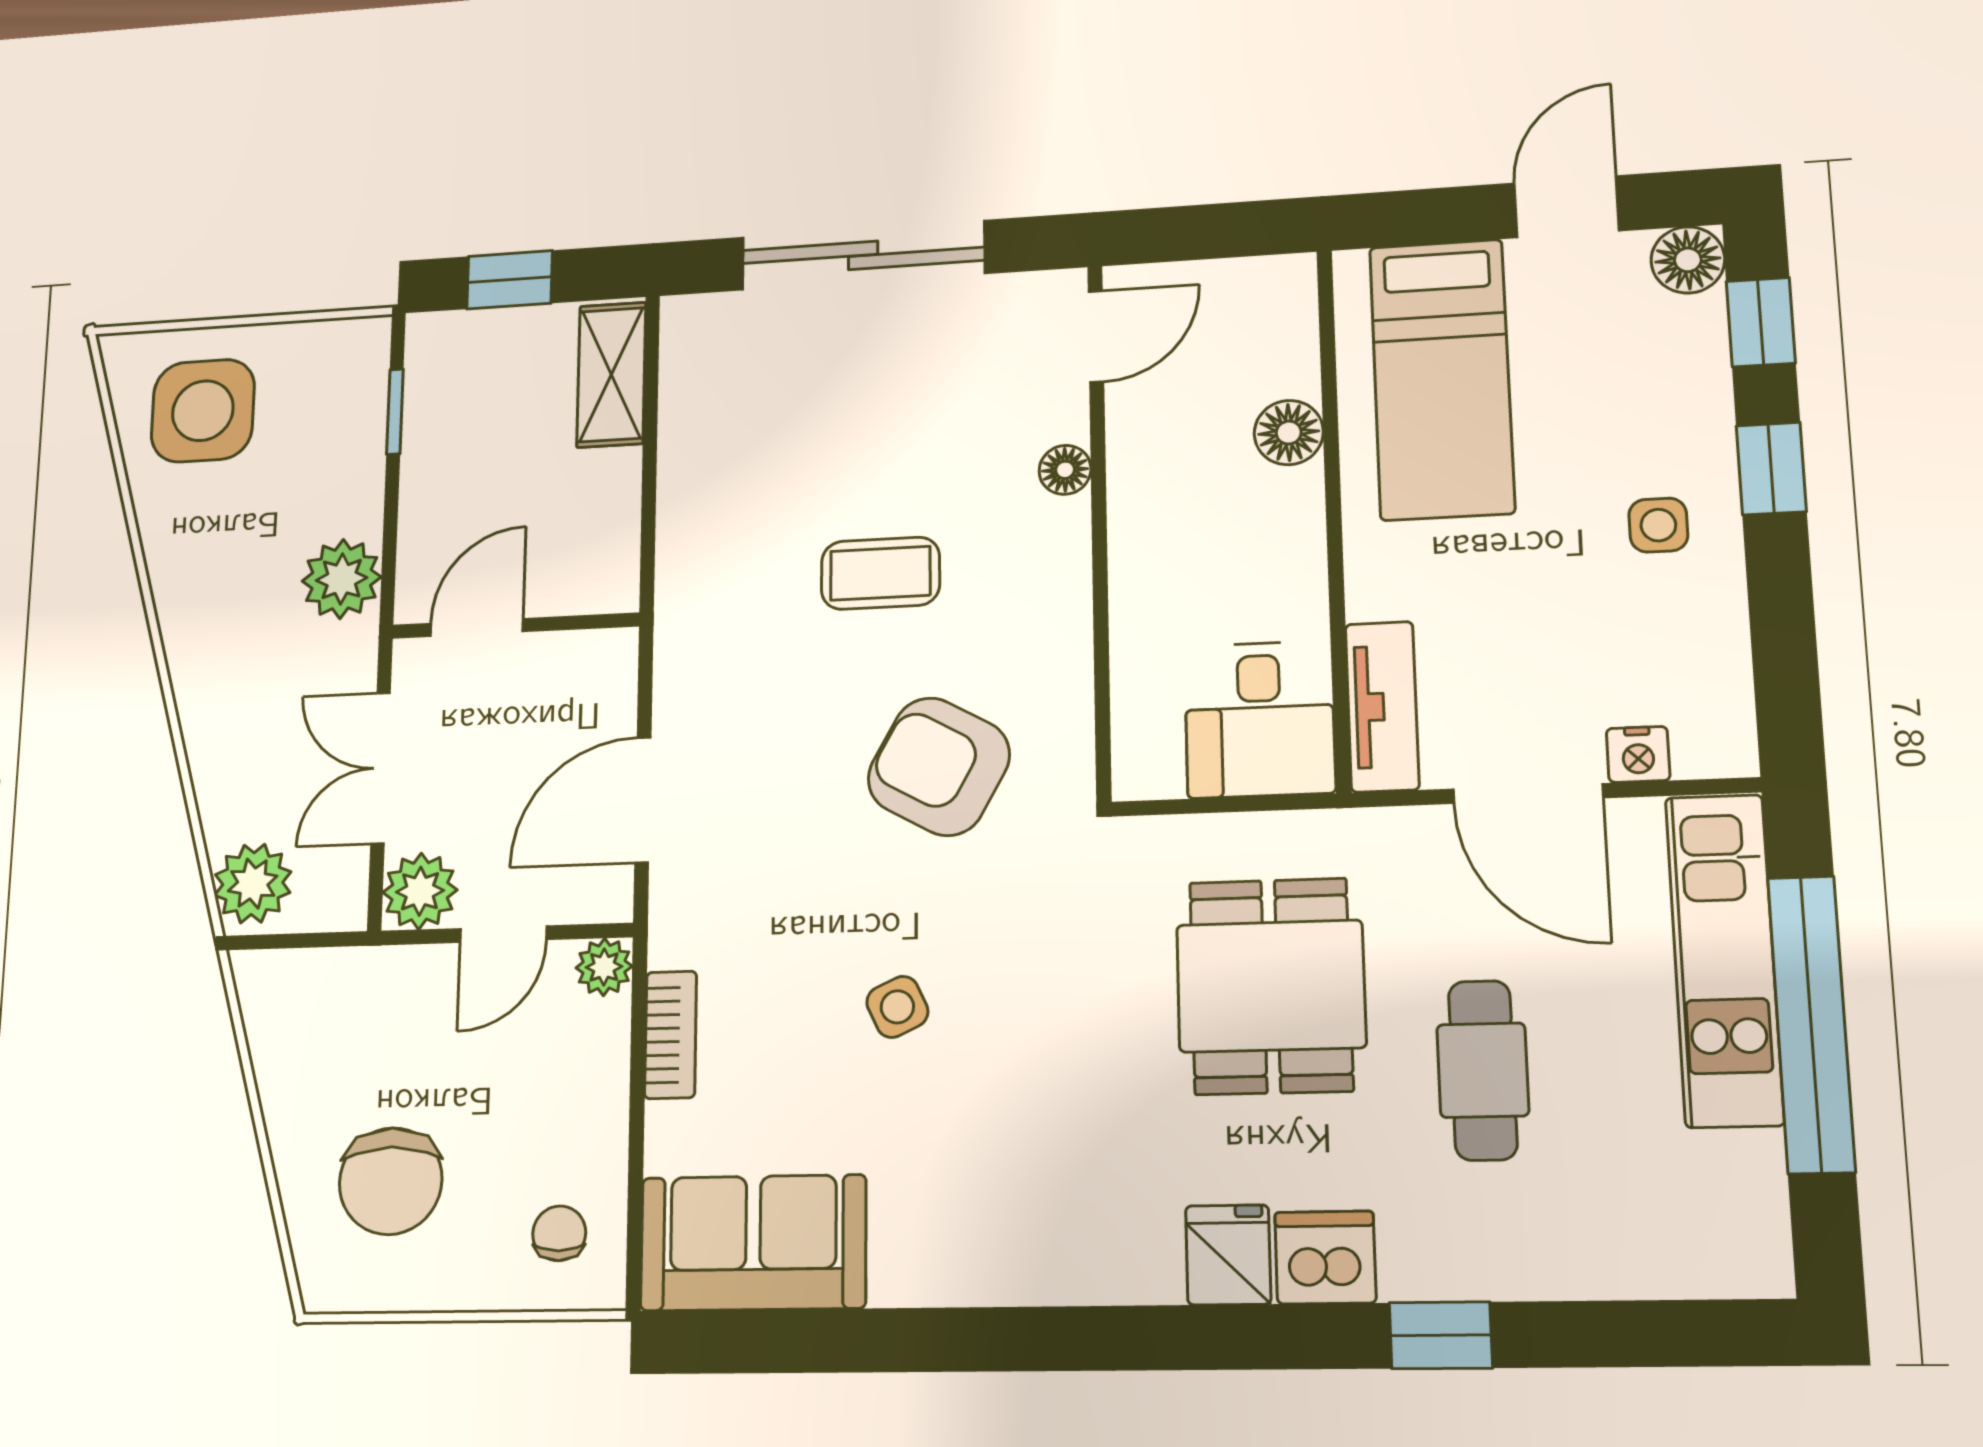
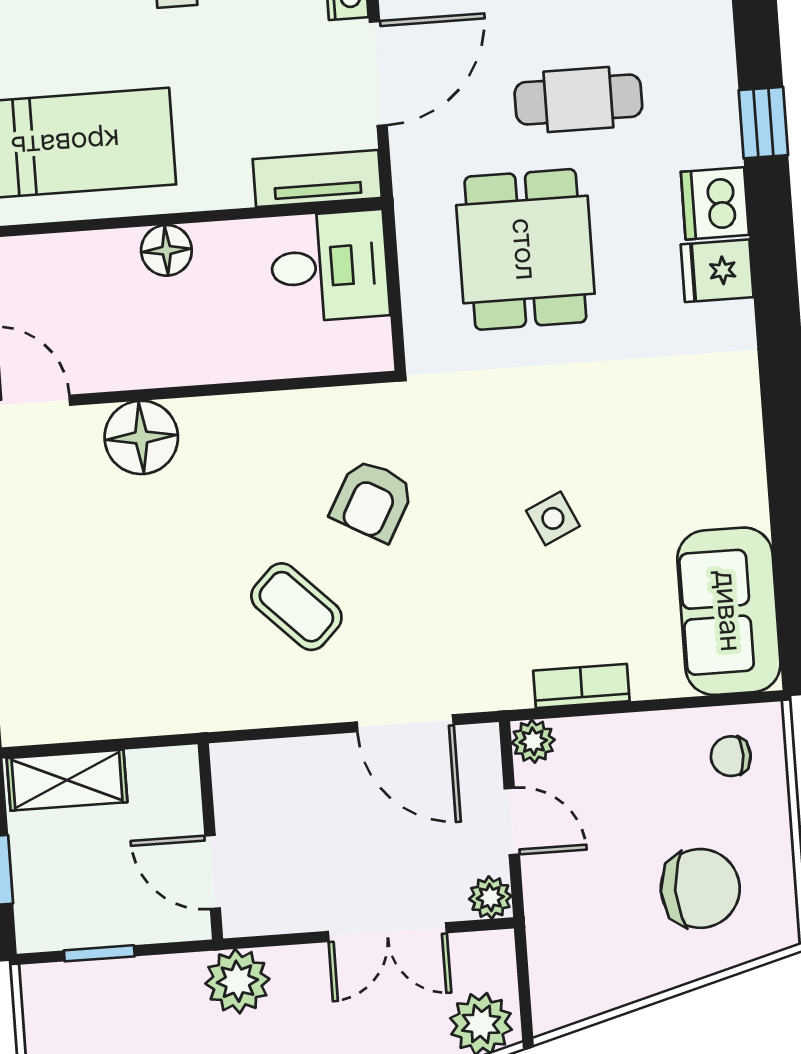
floor lamp: (1289, 433) -> (166, 250), moved
floor lamp: (1065, 470) -> (141, 437), width x1.89, depth x1.89
coffee table: (880, 573) -> (296, 607), moved, turned -45
wall: (515, 626) -> (210, 841), moved
door: (477, 628) -> (213, 872), moved
armchair: (939, 767) -> (372, 500), width x0.72, depth x0.72
plant: (420, 891) -> (490, 898), width x0.73, depth x0.73
dining table: (1271, 986) -> (525, 249), turned 90

